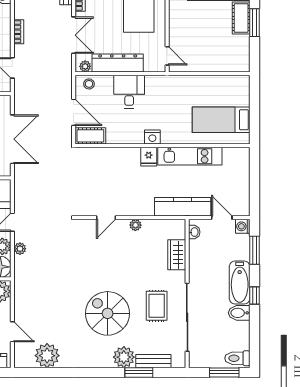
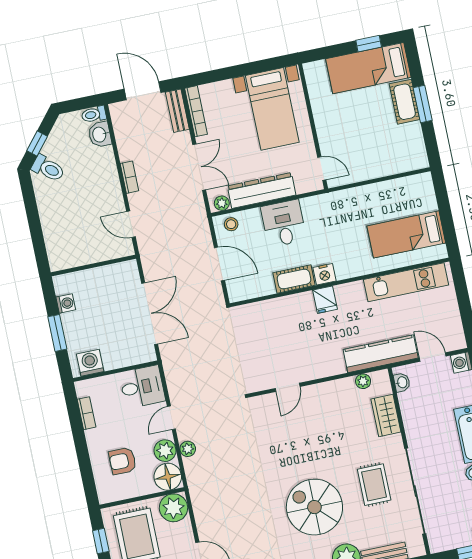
cot: (90, 136) -> (294, 279), moved
kitchen unit: (190, 156) -> (406, 282), moved
plant: (135, 225) -> (363, 381), moved

